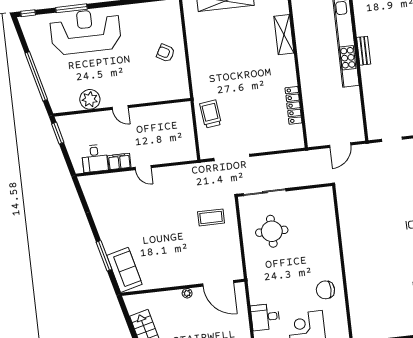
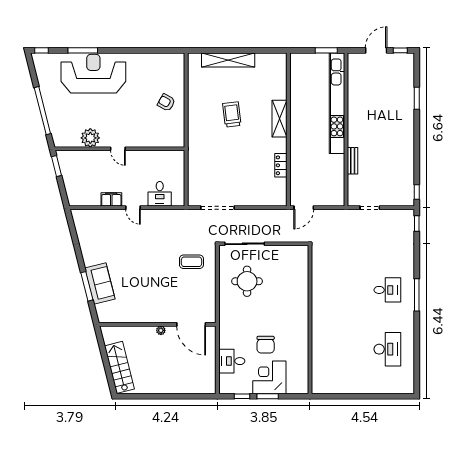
shelving: (284, 35) -> (279, 119), moved
bench: (364, 51) -> (353, 161), moved
locker: (293, 105) -> (281, 165), width x0.66
trolley: (210, 114) -> (232, 114), moved
door: (340, 145) -> (304, 208), moved
desk: (95, 158) -> (160, 194), moved
sofa: (124, 270) -> (100, 284), moved
chair: (325, 290) -> (266, 345), moved, turned -90

